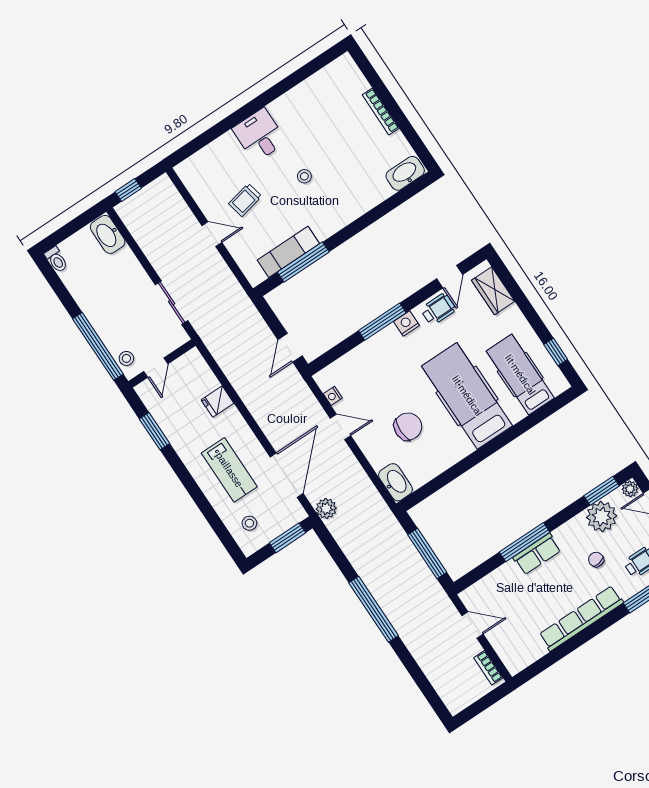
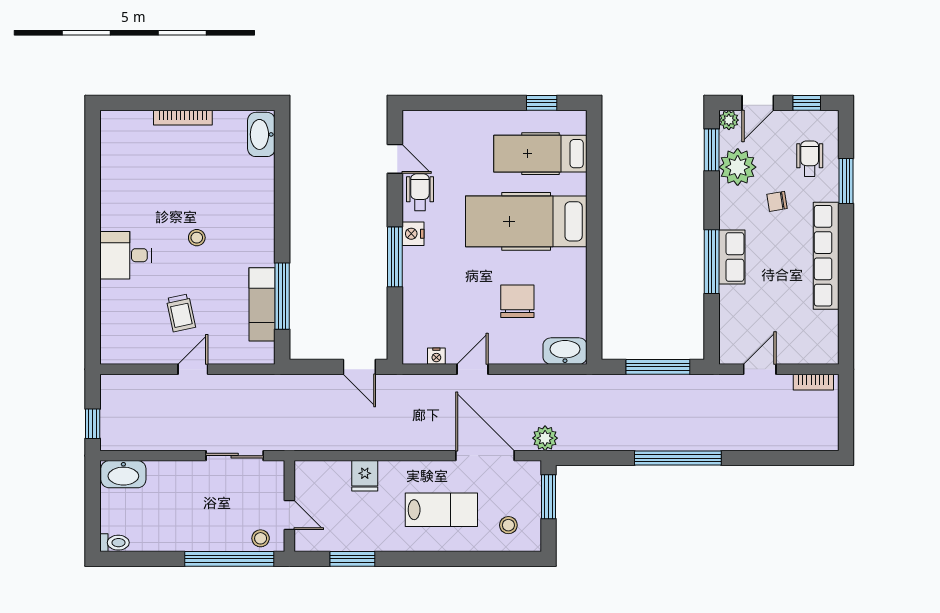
wardrobe: (493, 291) -> (438, 125), removed

